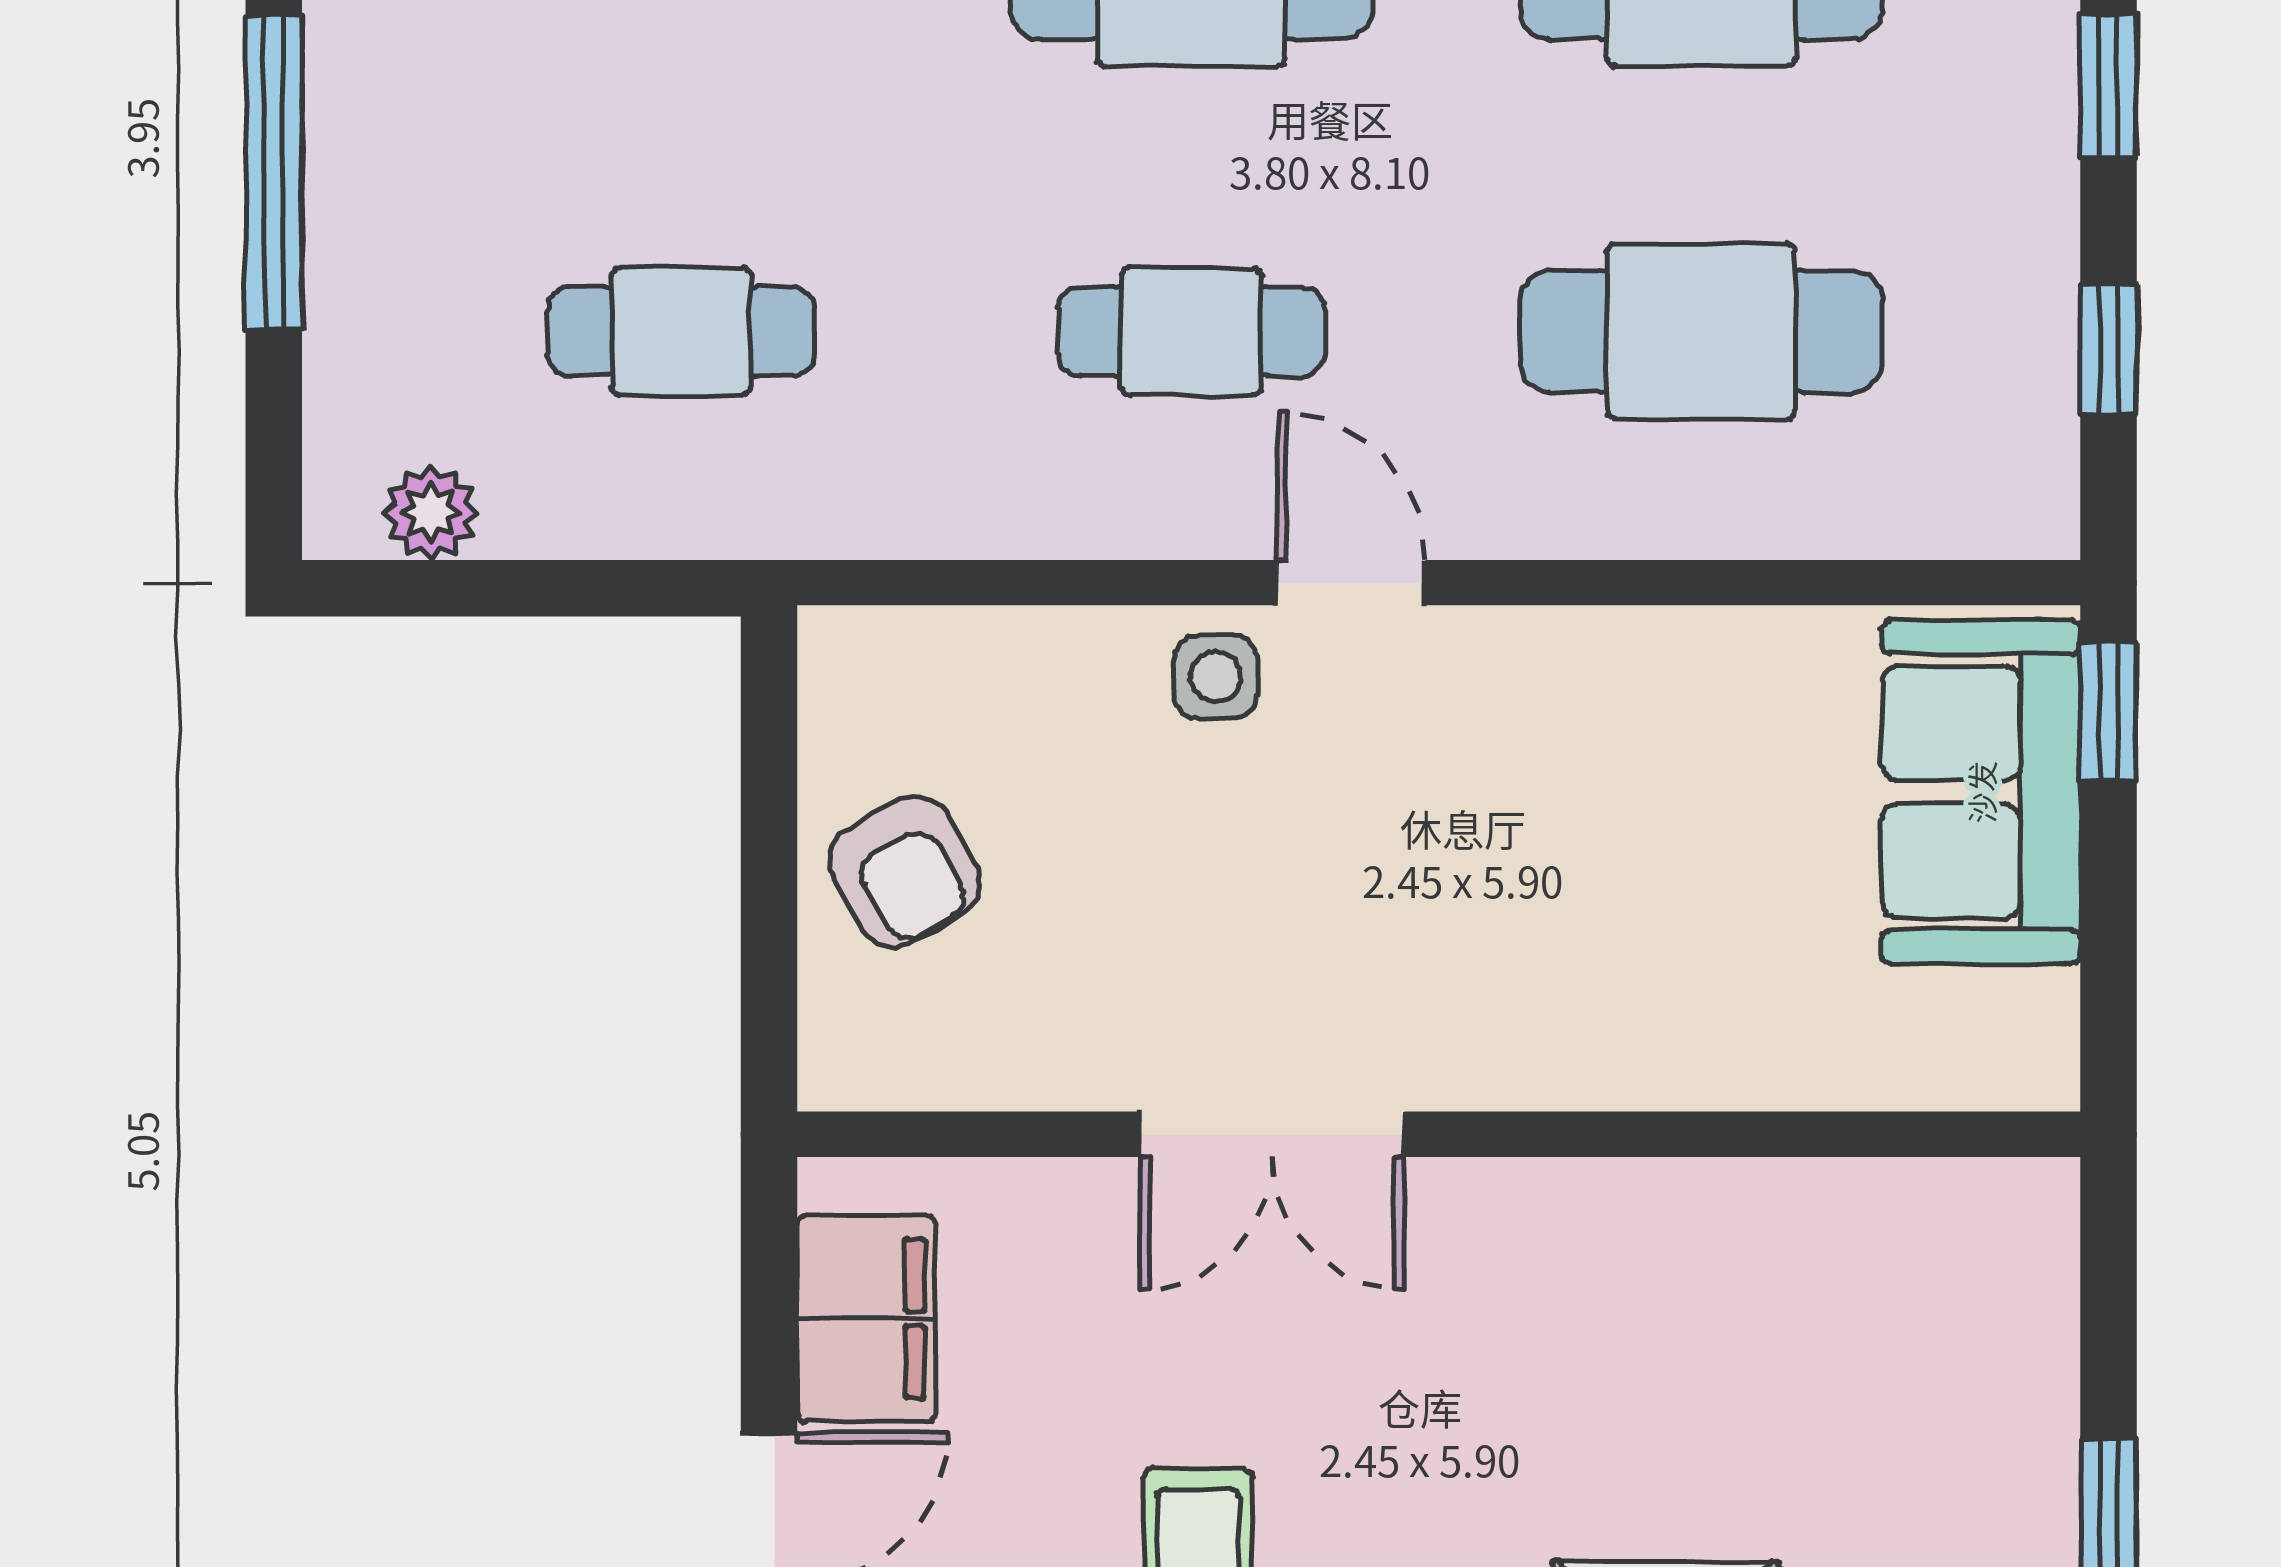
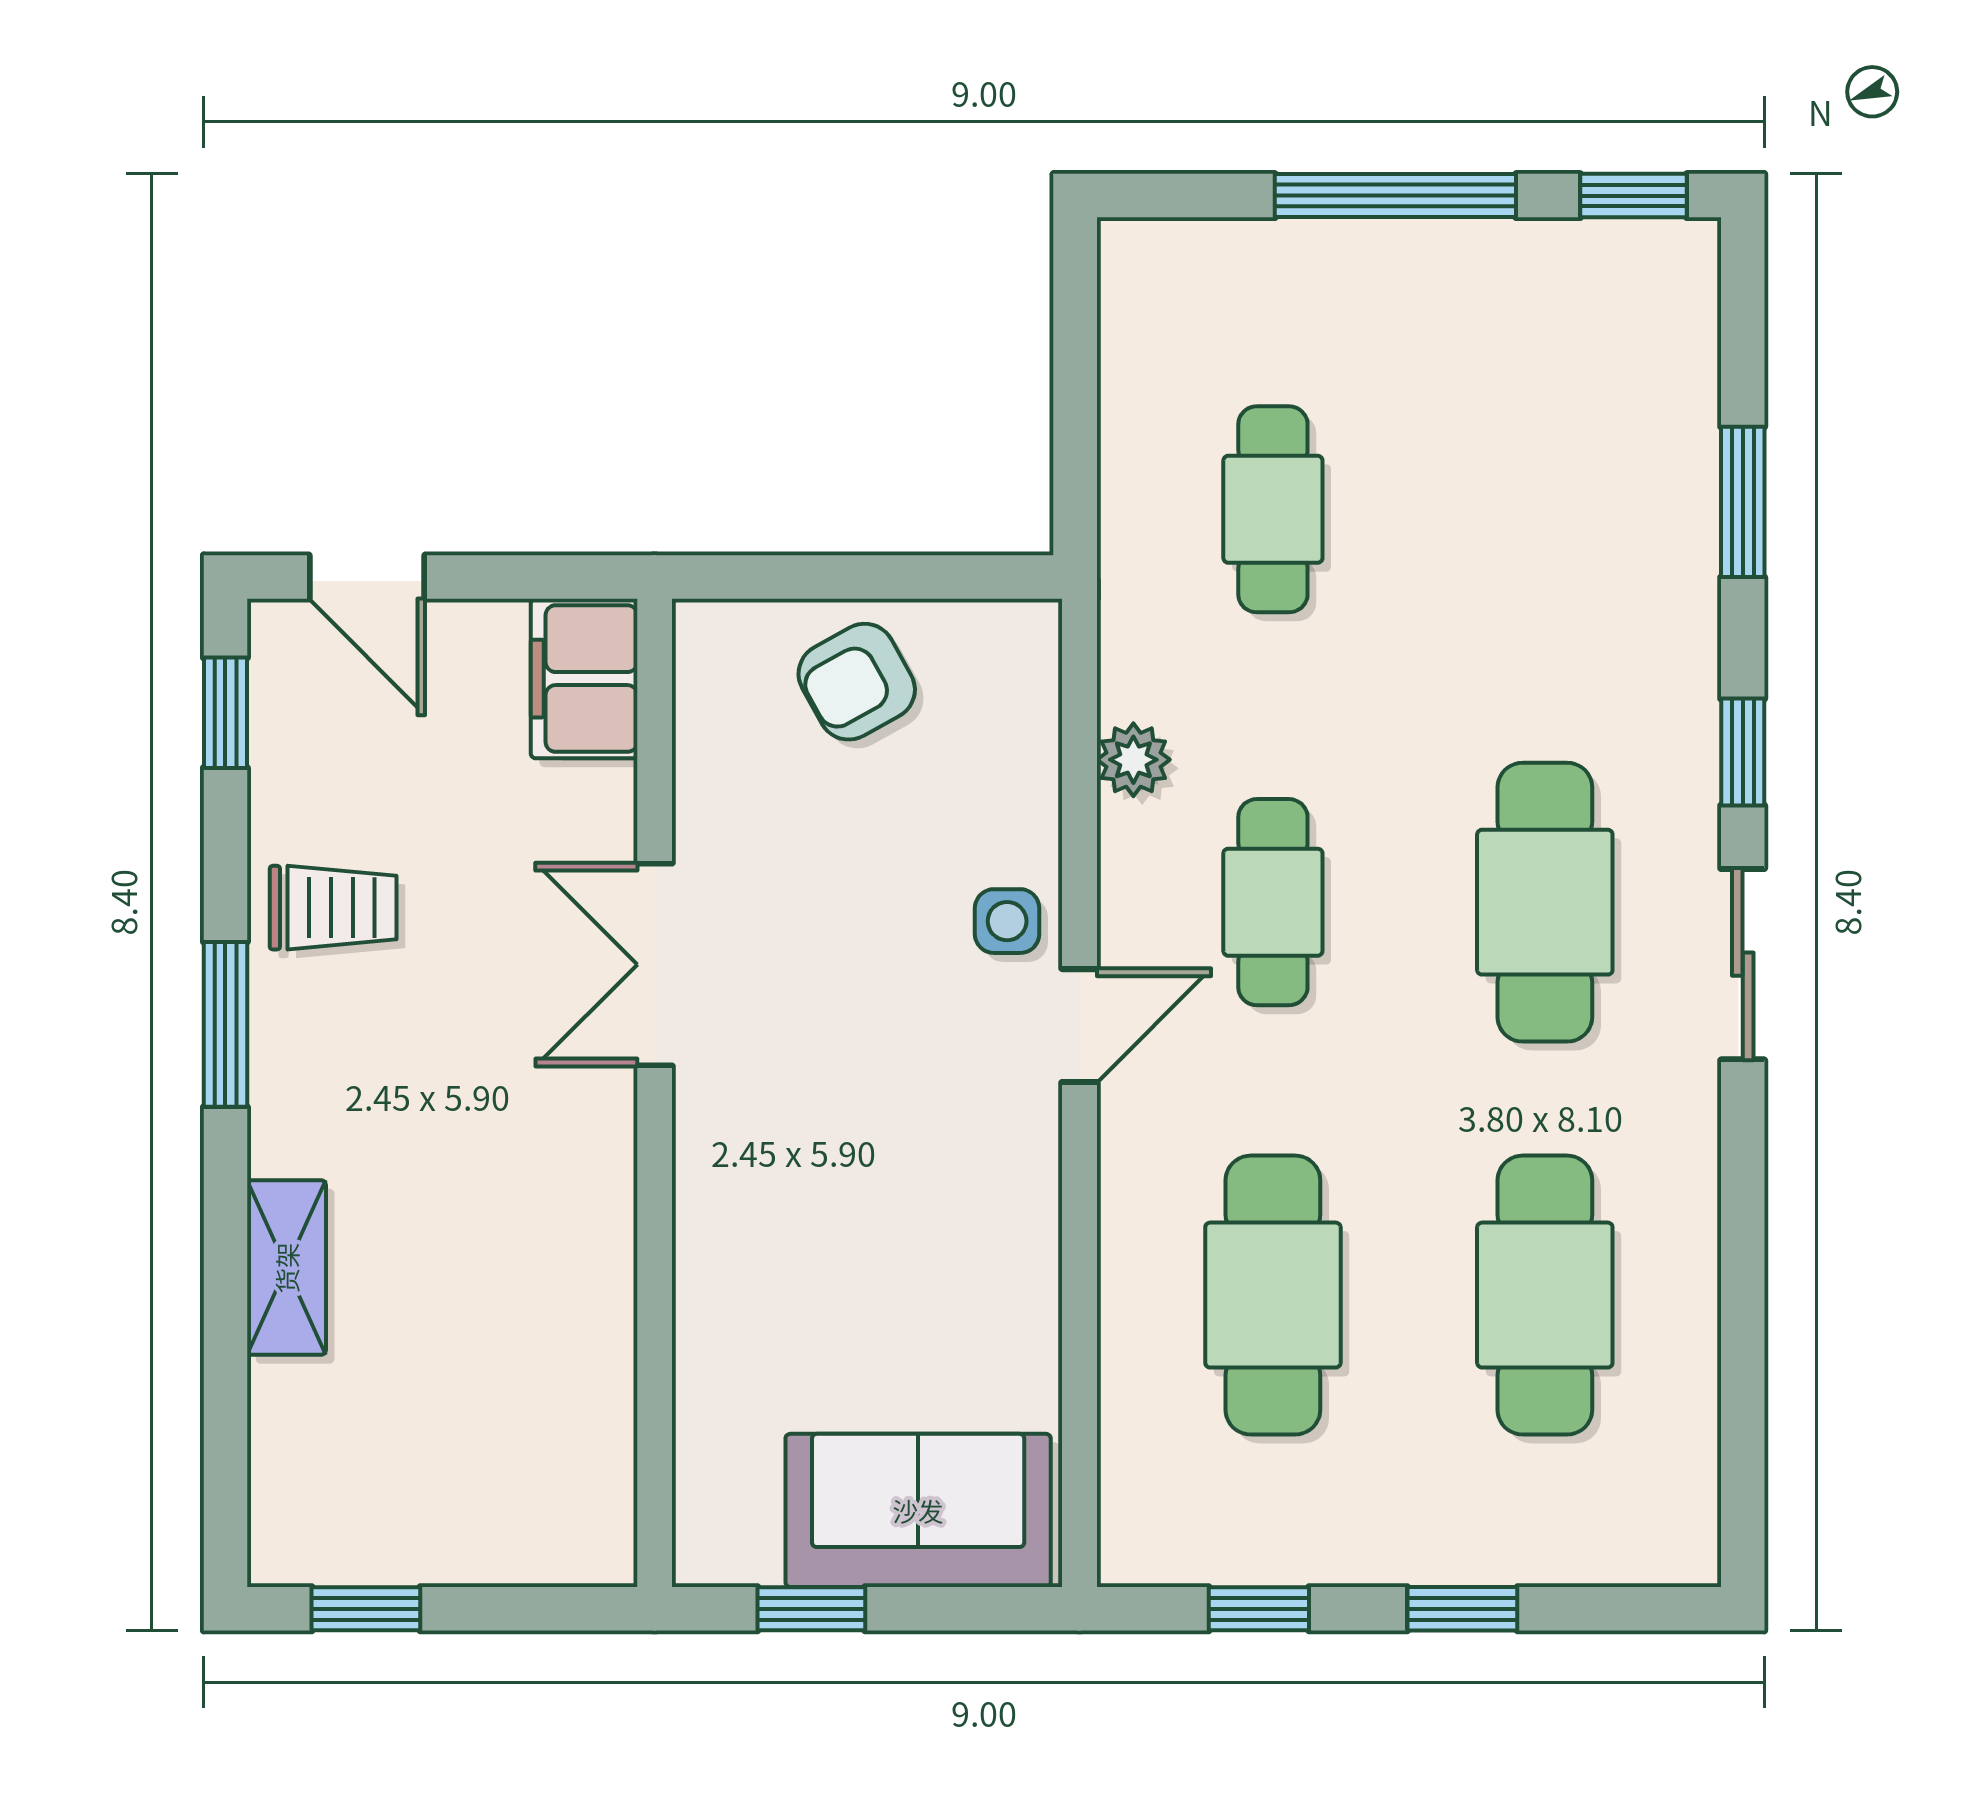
plant: (431, 513) -> (1133, 760), moved
window: (2109, 711) -> (811, 1609), moved
filing cabinet: (866, 1318) -> (584, 679), moved, turned 90

